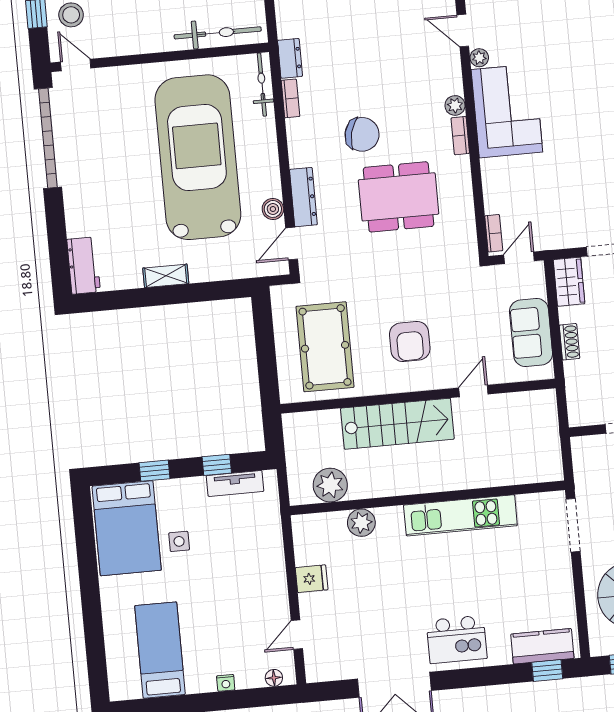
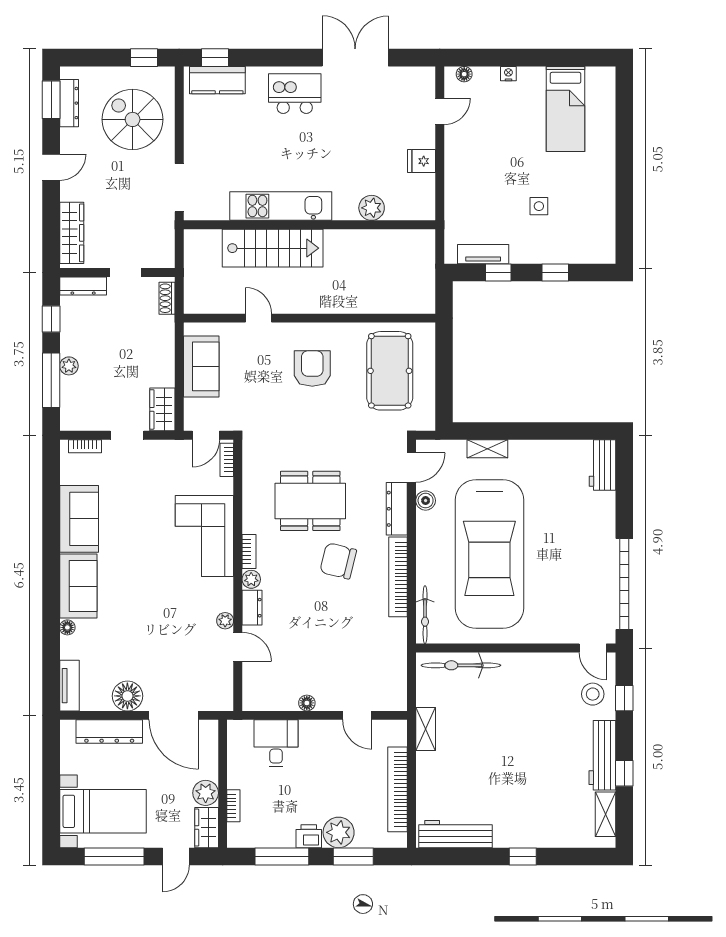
dresser: (290, 58) -> (252, 608), moved, turned 180
bookcase: (291, 98) -> (398, 577), width x2.31, depth x1.31
corner sofa: (507, 111) -> (204, 536), moved
shelving: (166, 276) -> (487, 449), moved
shoe rack: (570, 342) -> (167, 298), moved
door: (473, 391) -> (259, 318), swing flipped
stairs: (397, 424) -> (273, 248), moved, turned 180
plant: (330, 485) -> (397, 245), removed
bed: (127, 528) -> (585, 223), removed

